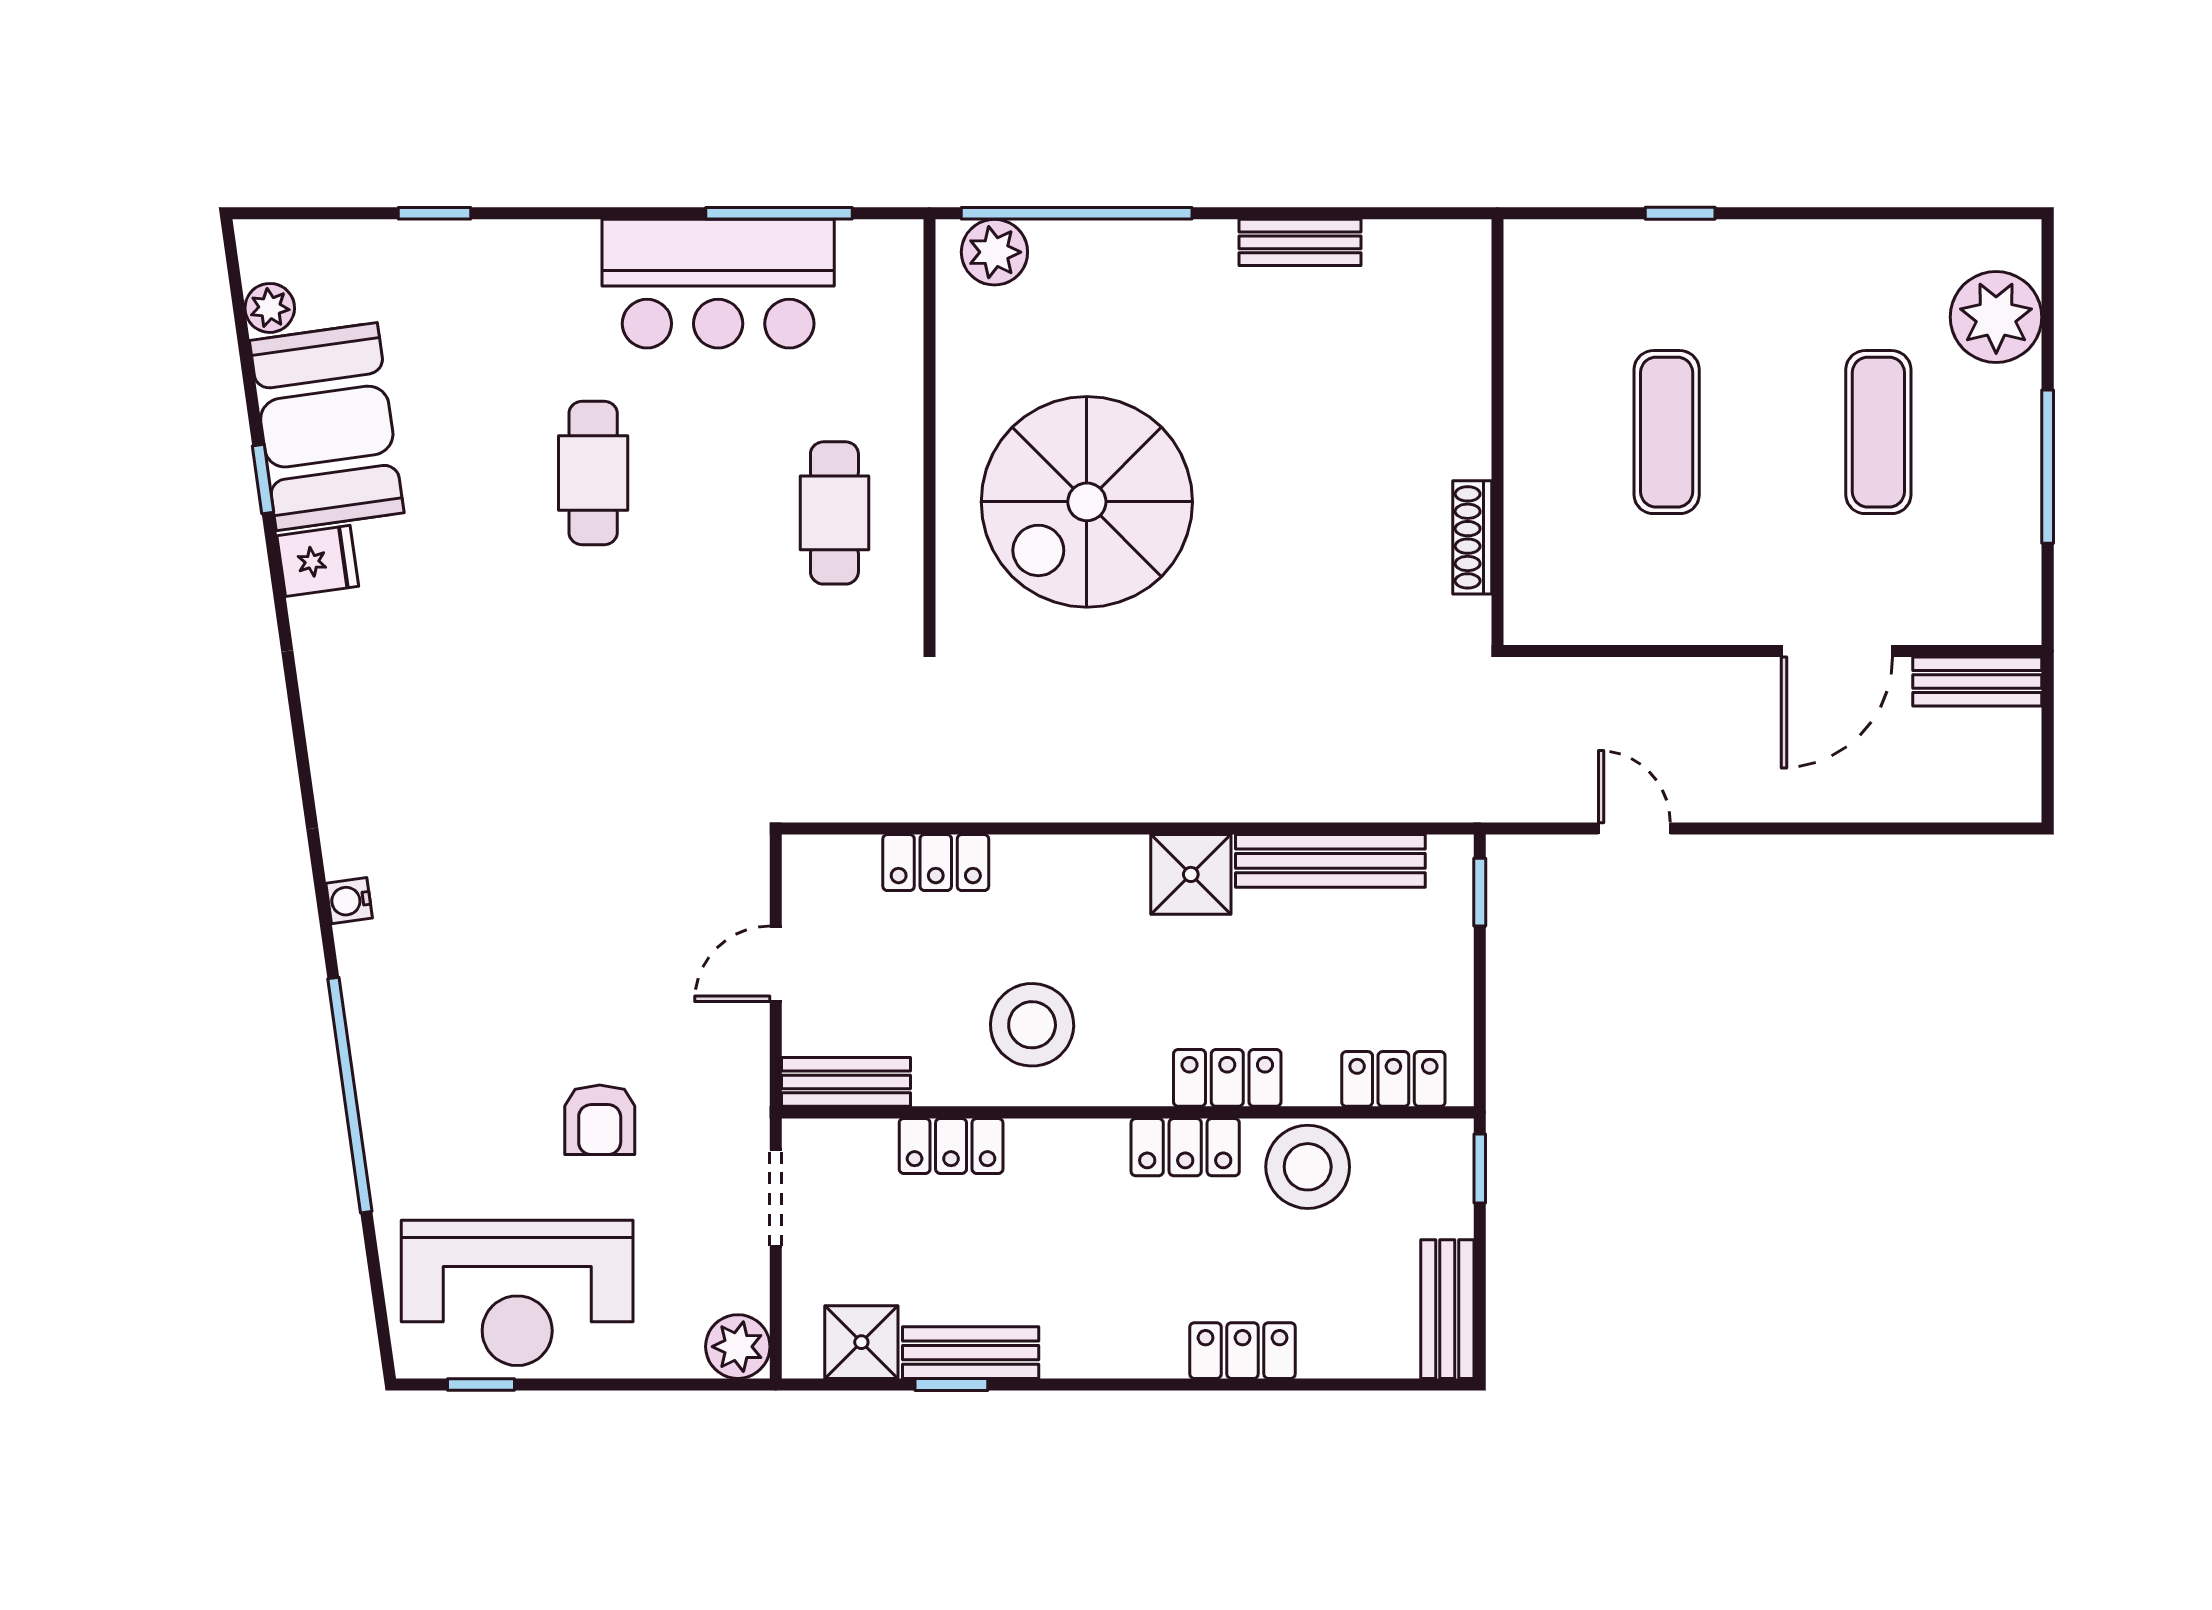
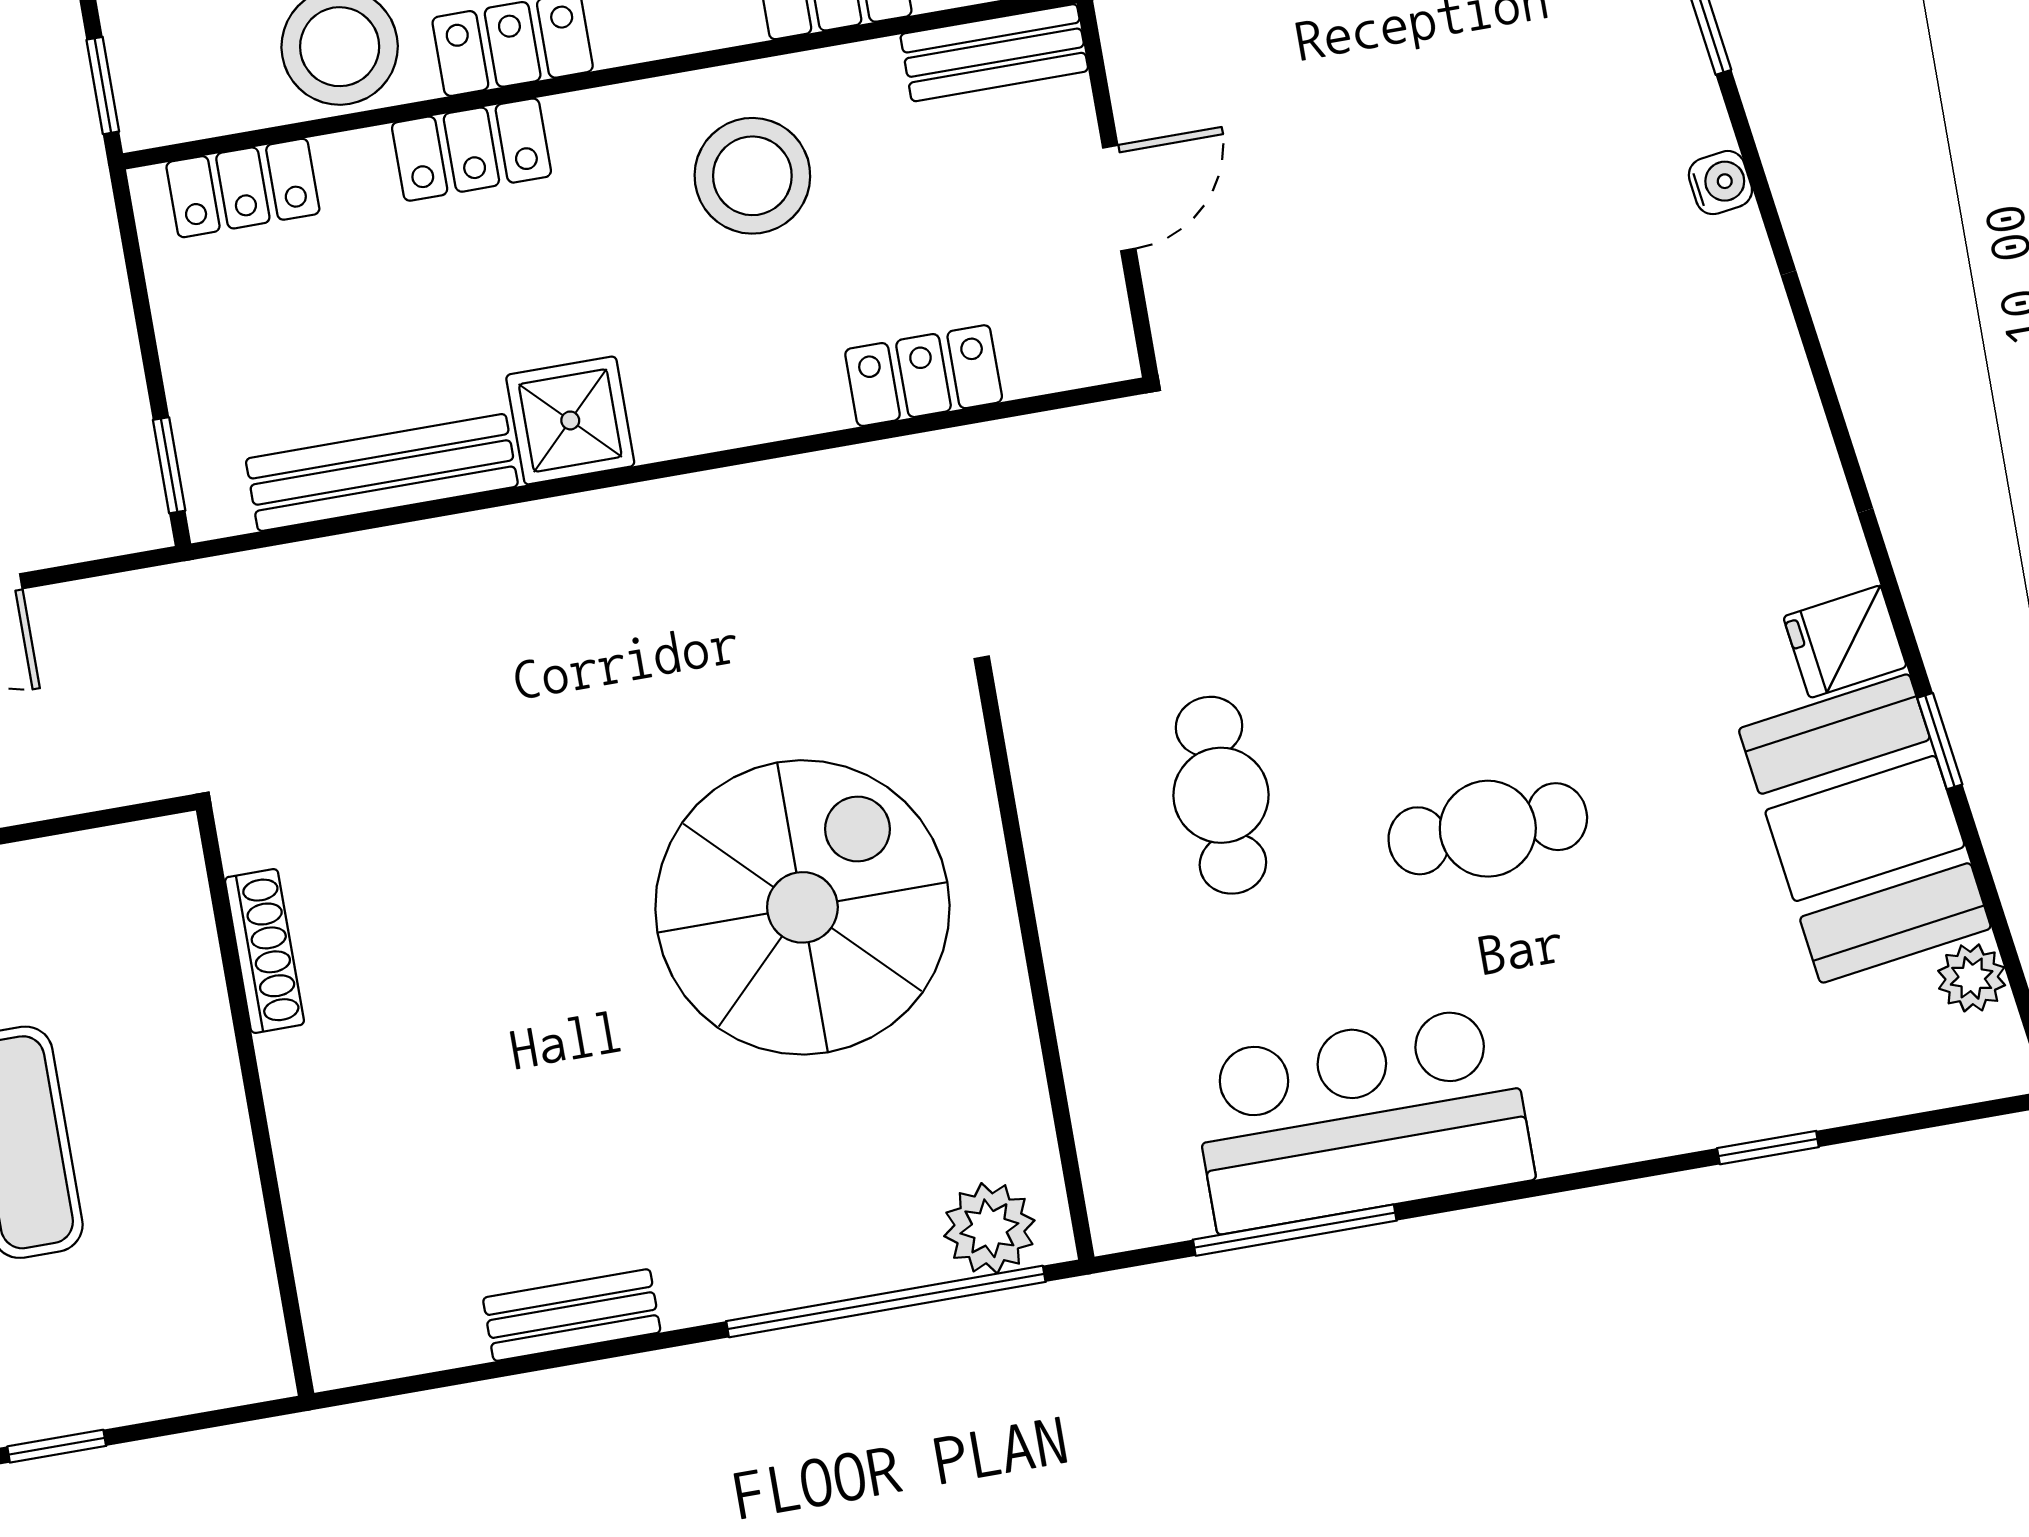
cafe table: (593, 473) -> (1488, 829), turned 90
cafe table: (834, 513) -> (1221, 795), moved

